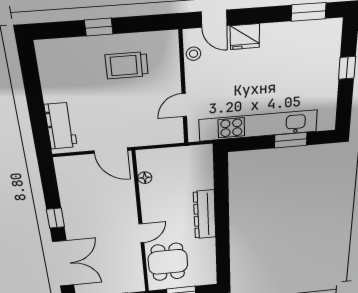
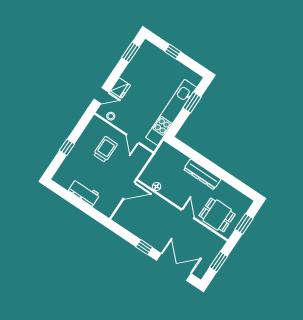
trolley: (127, 65) -> (105, 149), moved, turned 180
workbench: (61, 126) -> (84, 193), moved

